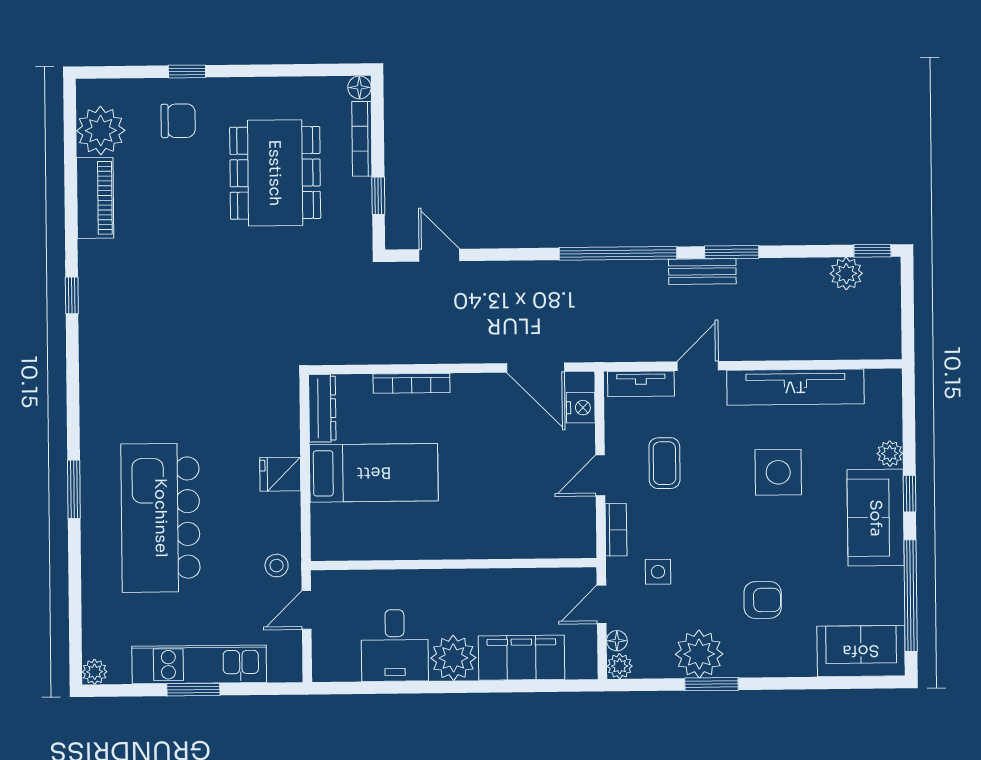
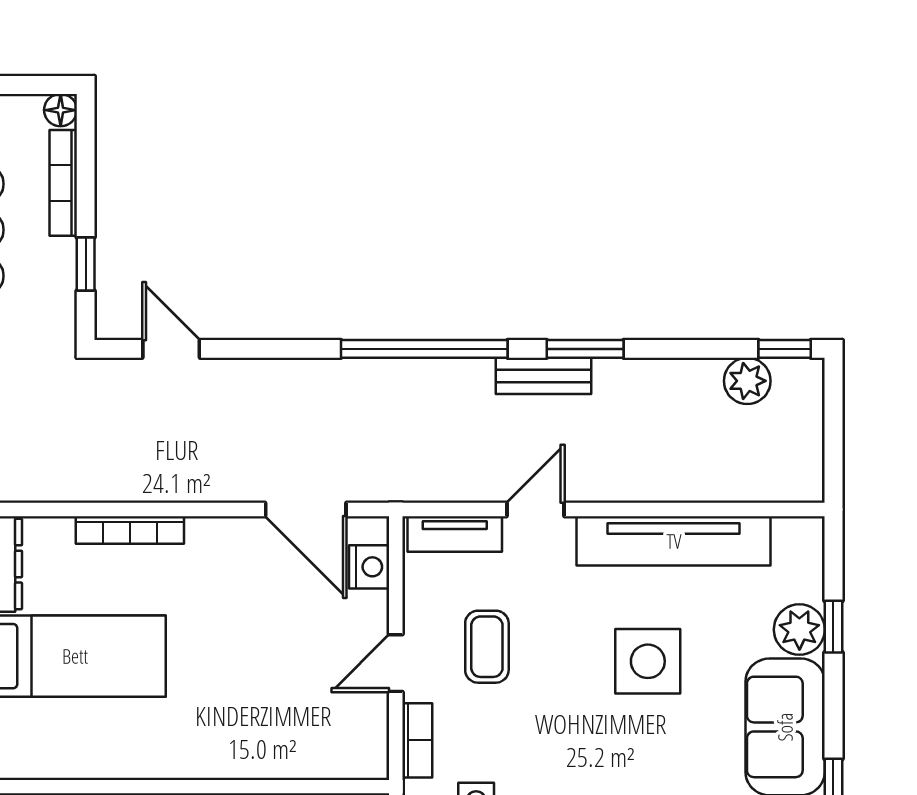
plant: (890, 454) -> (799, 630), width x1.38, depth x1.38
window: (909, 494) -> (833, 627), moved

